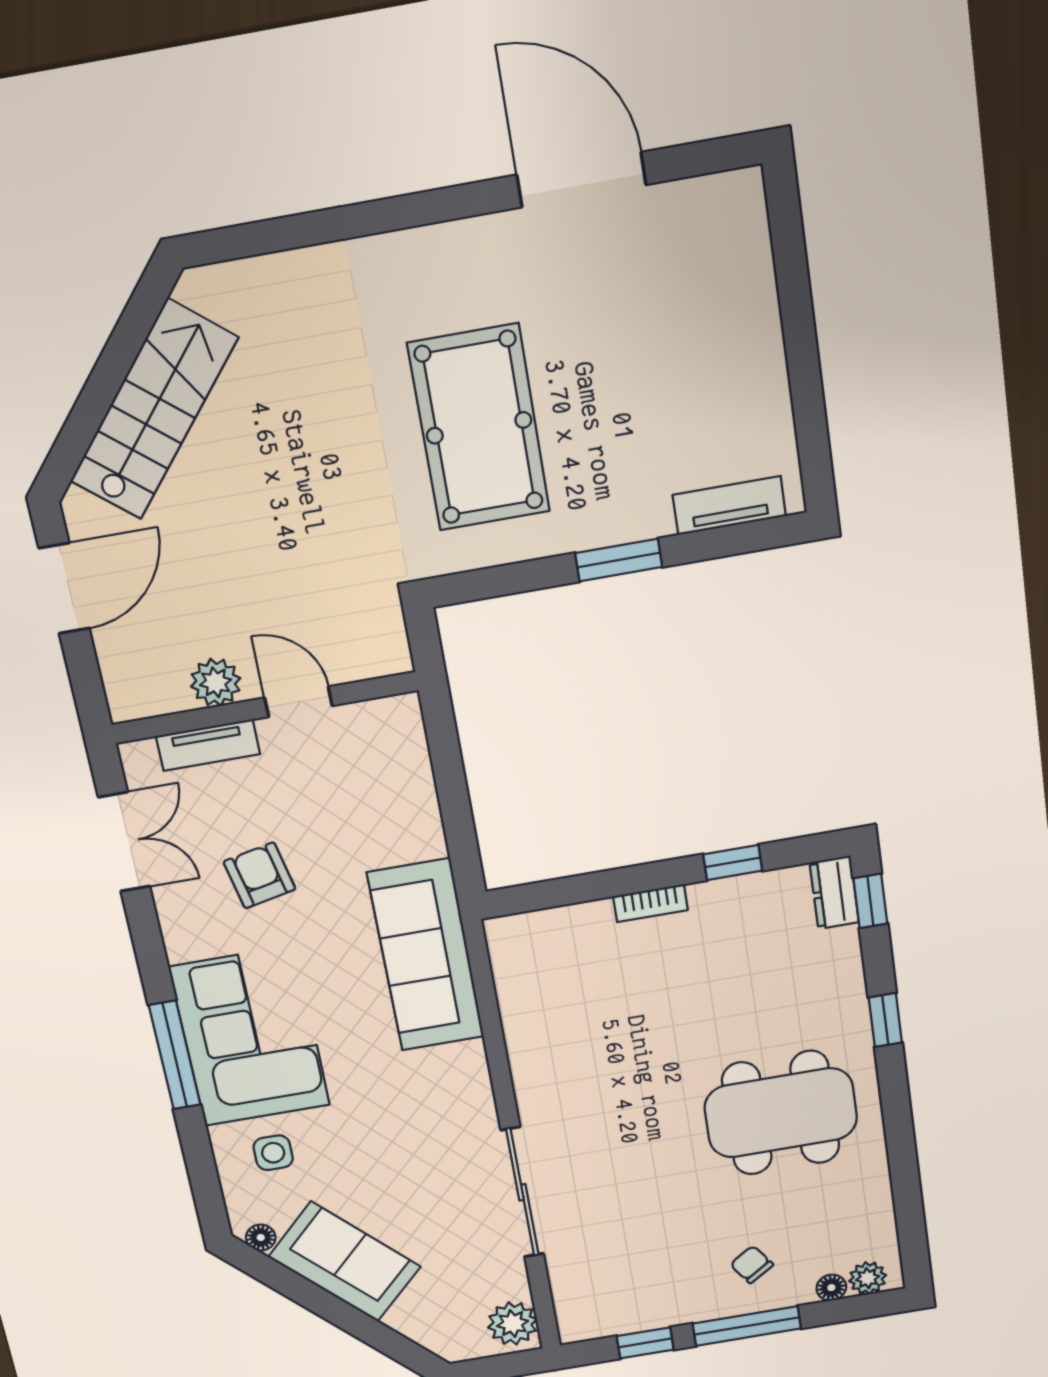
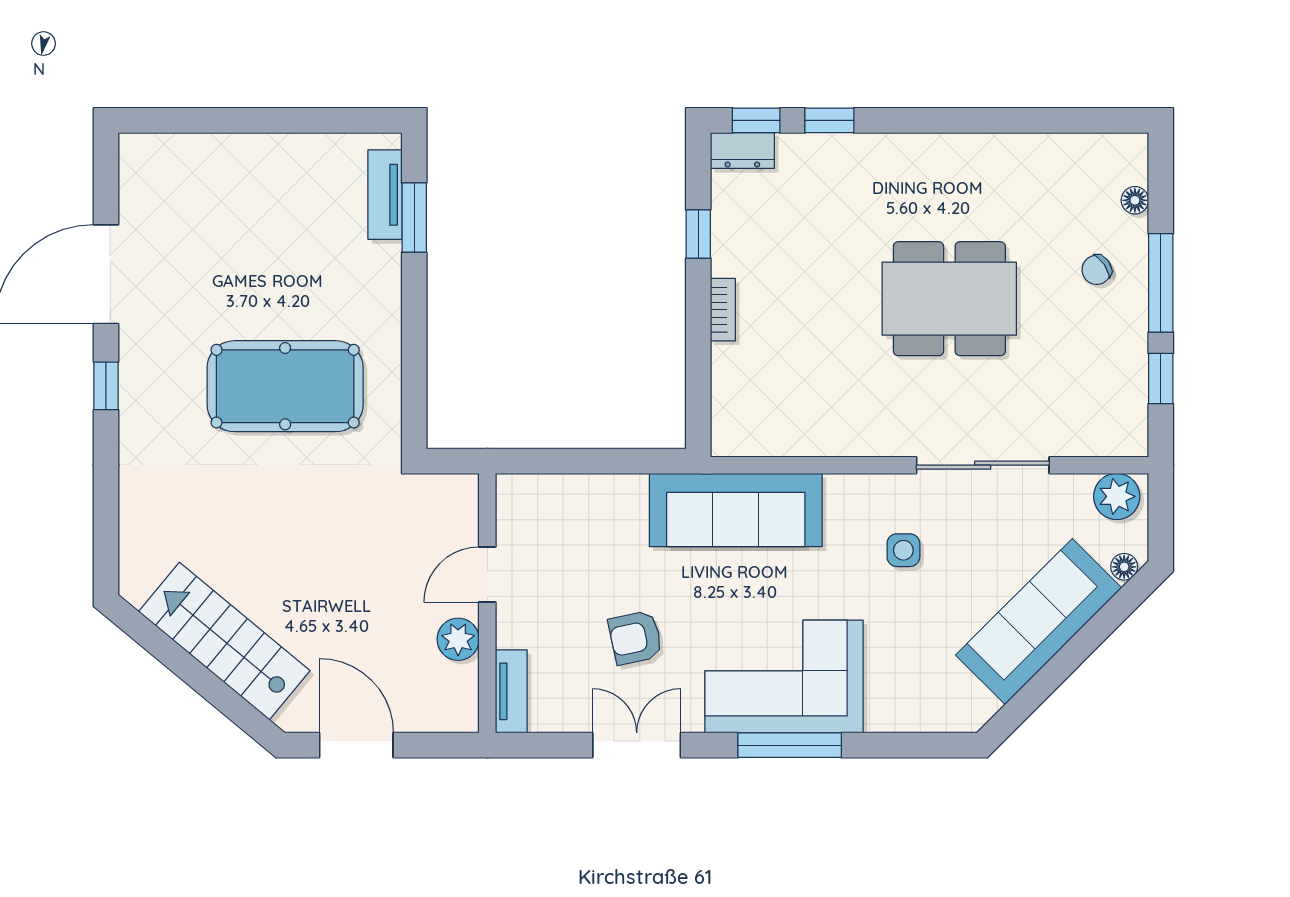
window: (441, 205) -> (106, 386), added
window: (619, 560) -> (414, 217), moved
tv unit: (208, 745) -> (511, 691), moved
double door: (124, 842) -> (637, 745), moved
window: (885, 1020) -> (829, 120), moved
dining table: (781, 1113) -> (949, 299), moved, turned 90
side table: (273, 1153) -> (903, 550), moved
floor lamp: (261, 1238) -> (1124, 567), moved
sofa: (344, 1262) -> (1039, 622), width x1.36
plant: (868, 1278) -> (1131, 166), removed

